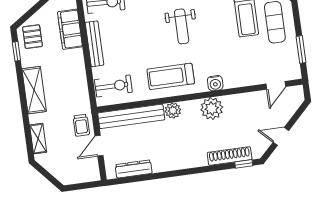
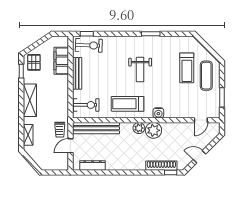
plant: (173, 111) -> (139, 128), moved

